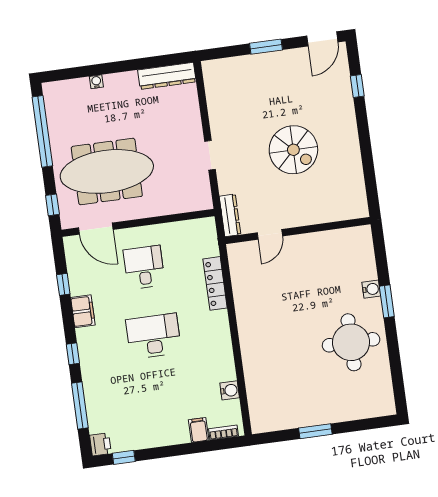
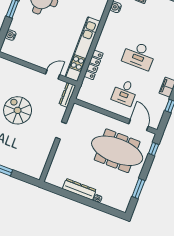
dresser: (167, 76) -> (79, 189), moved
window: (42, 131) -> (138, 189), width x0.47
water cooler: (371, 289) -> (11, 35), moved
kitchen unit: (245, 298) -> (83, 49), added

